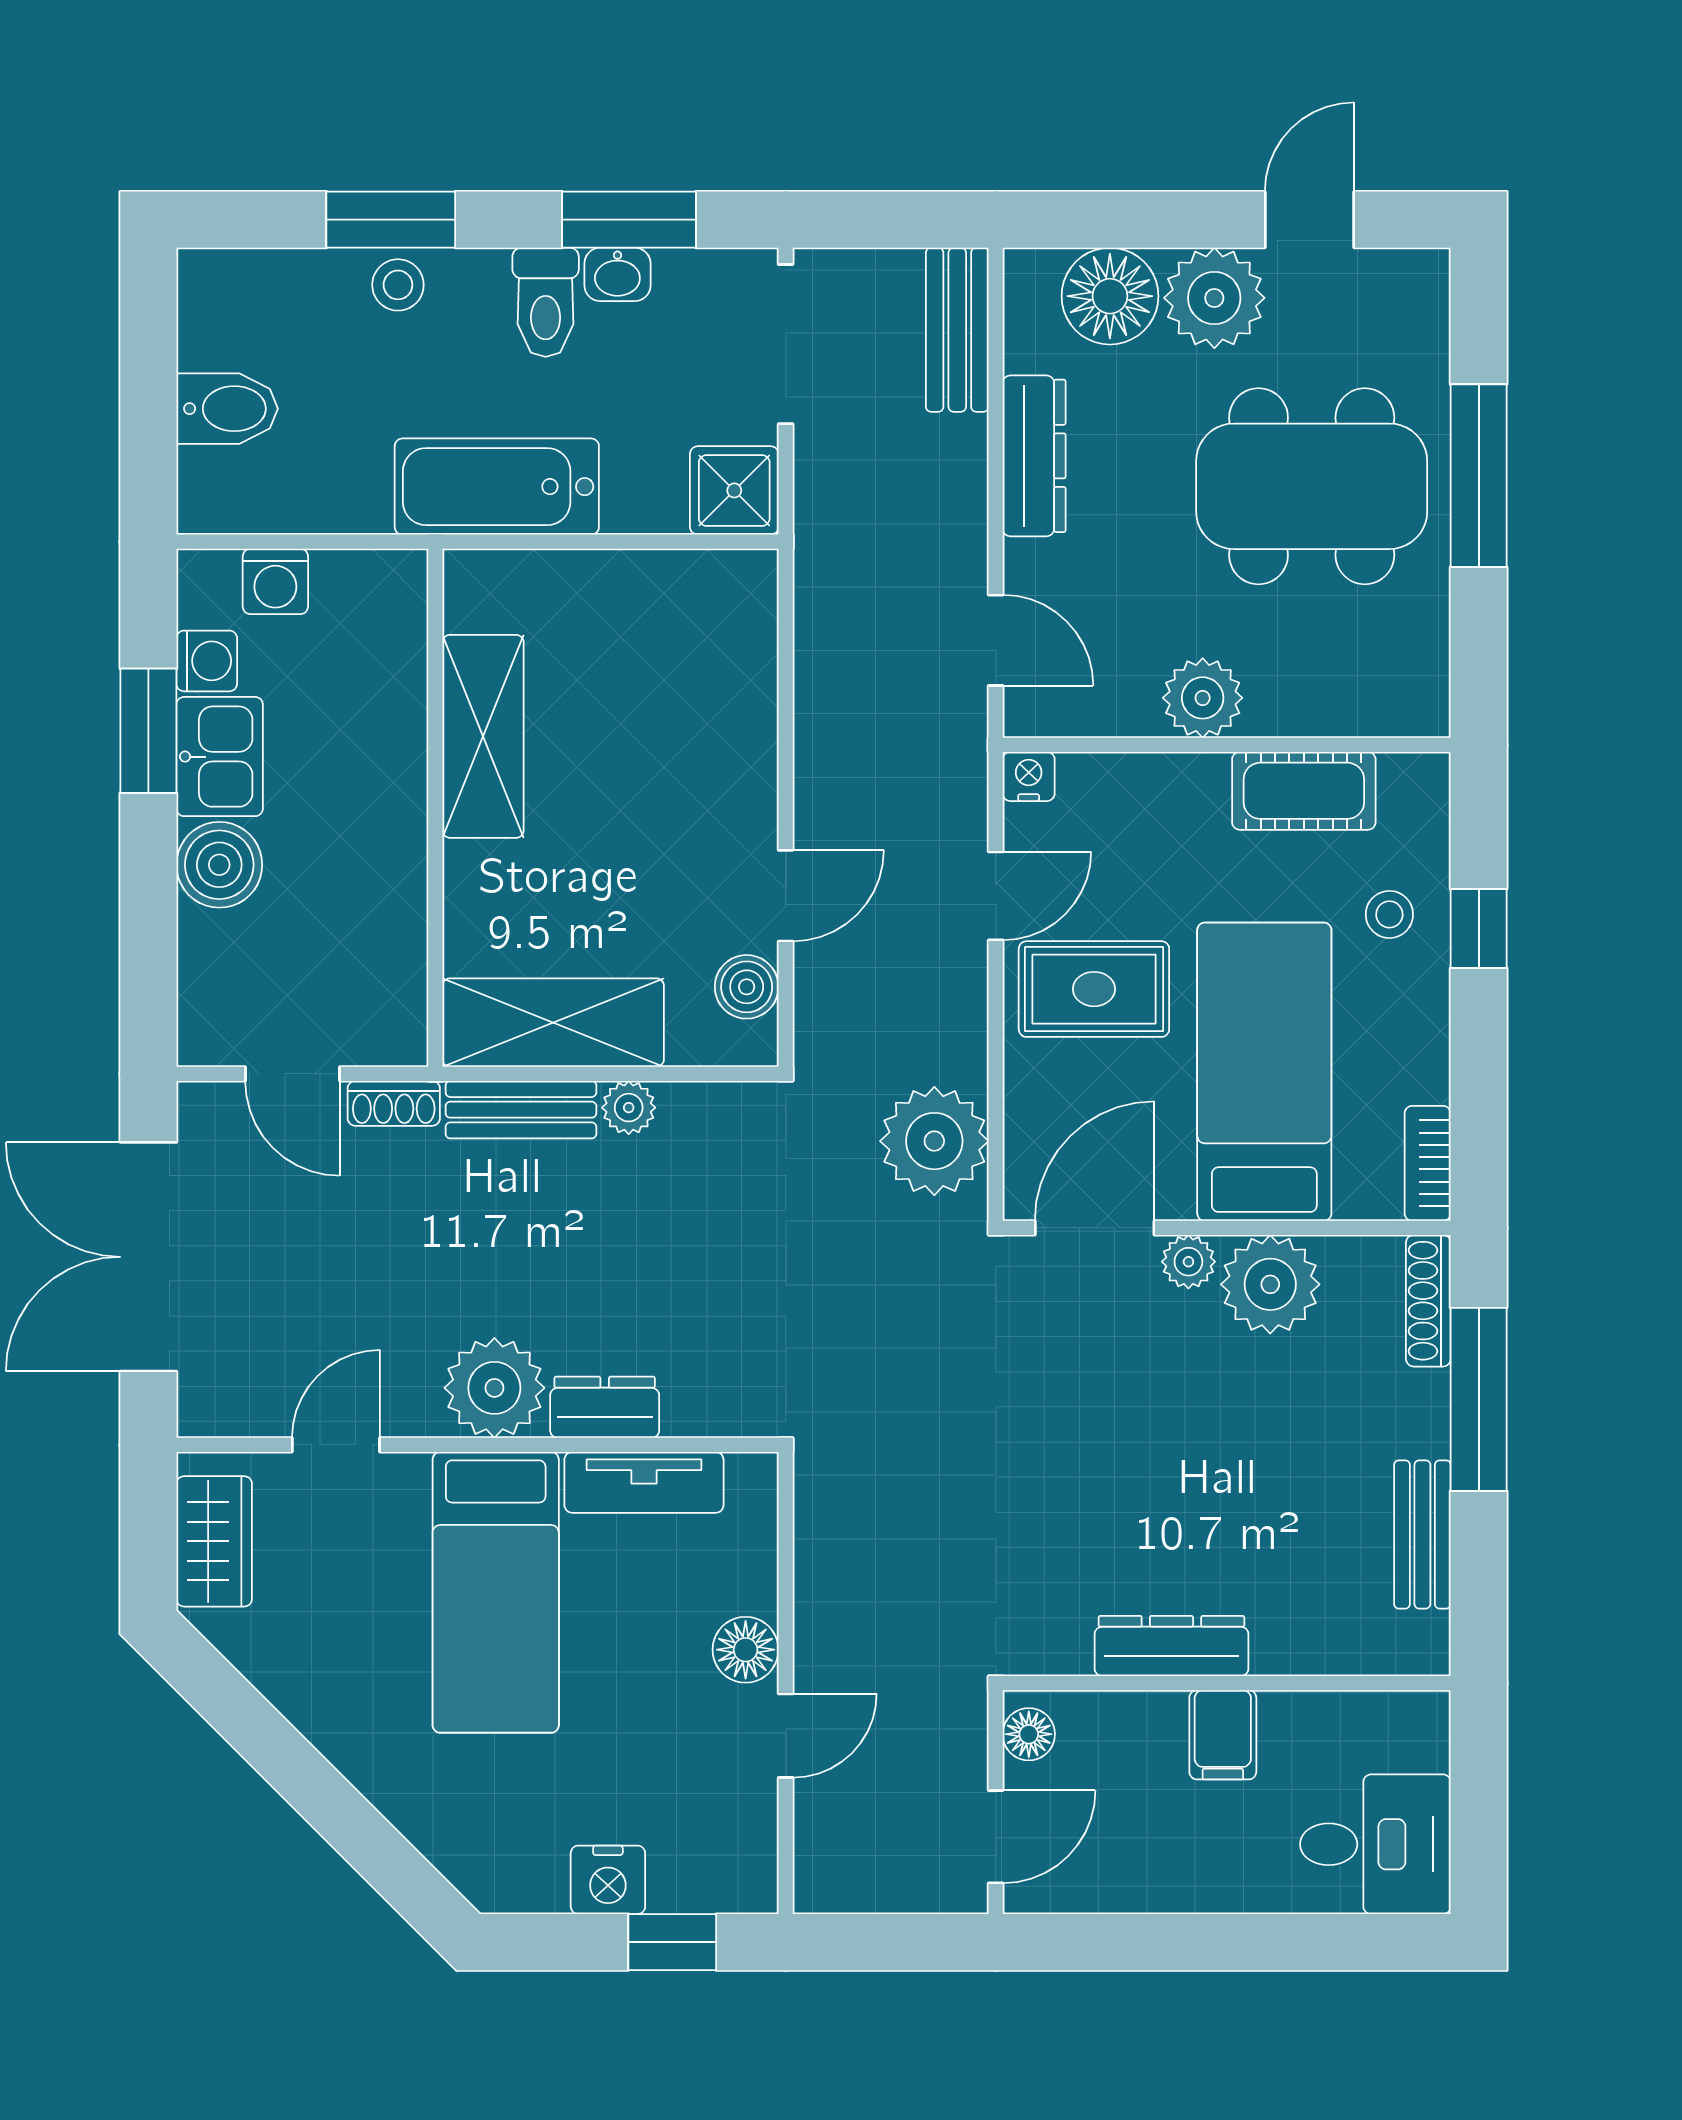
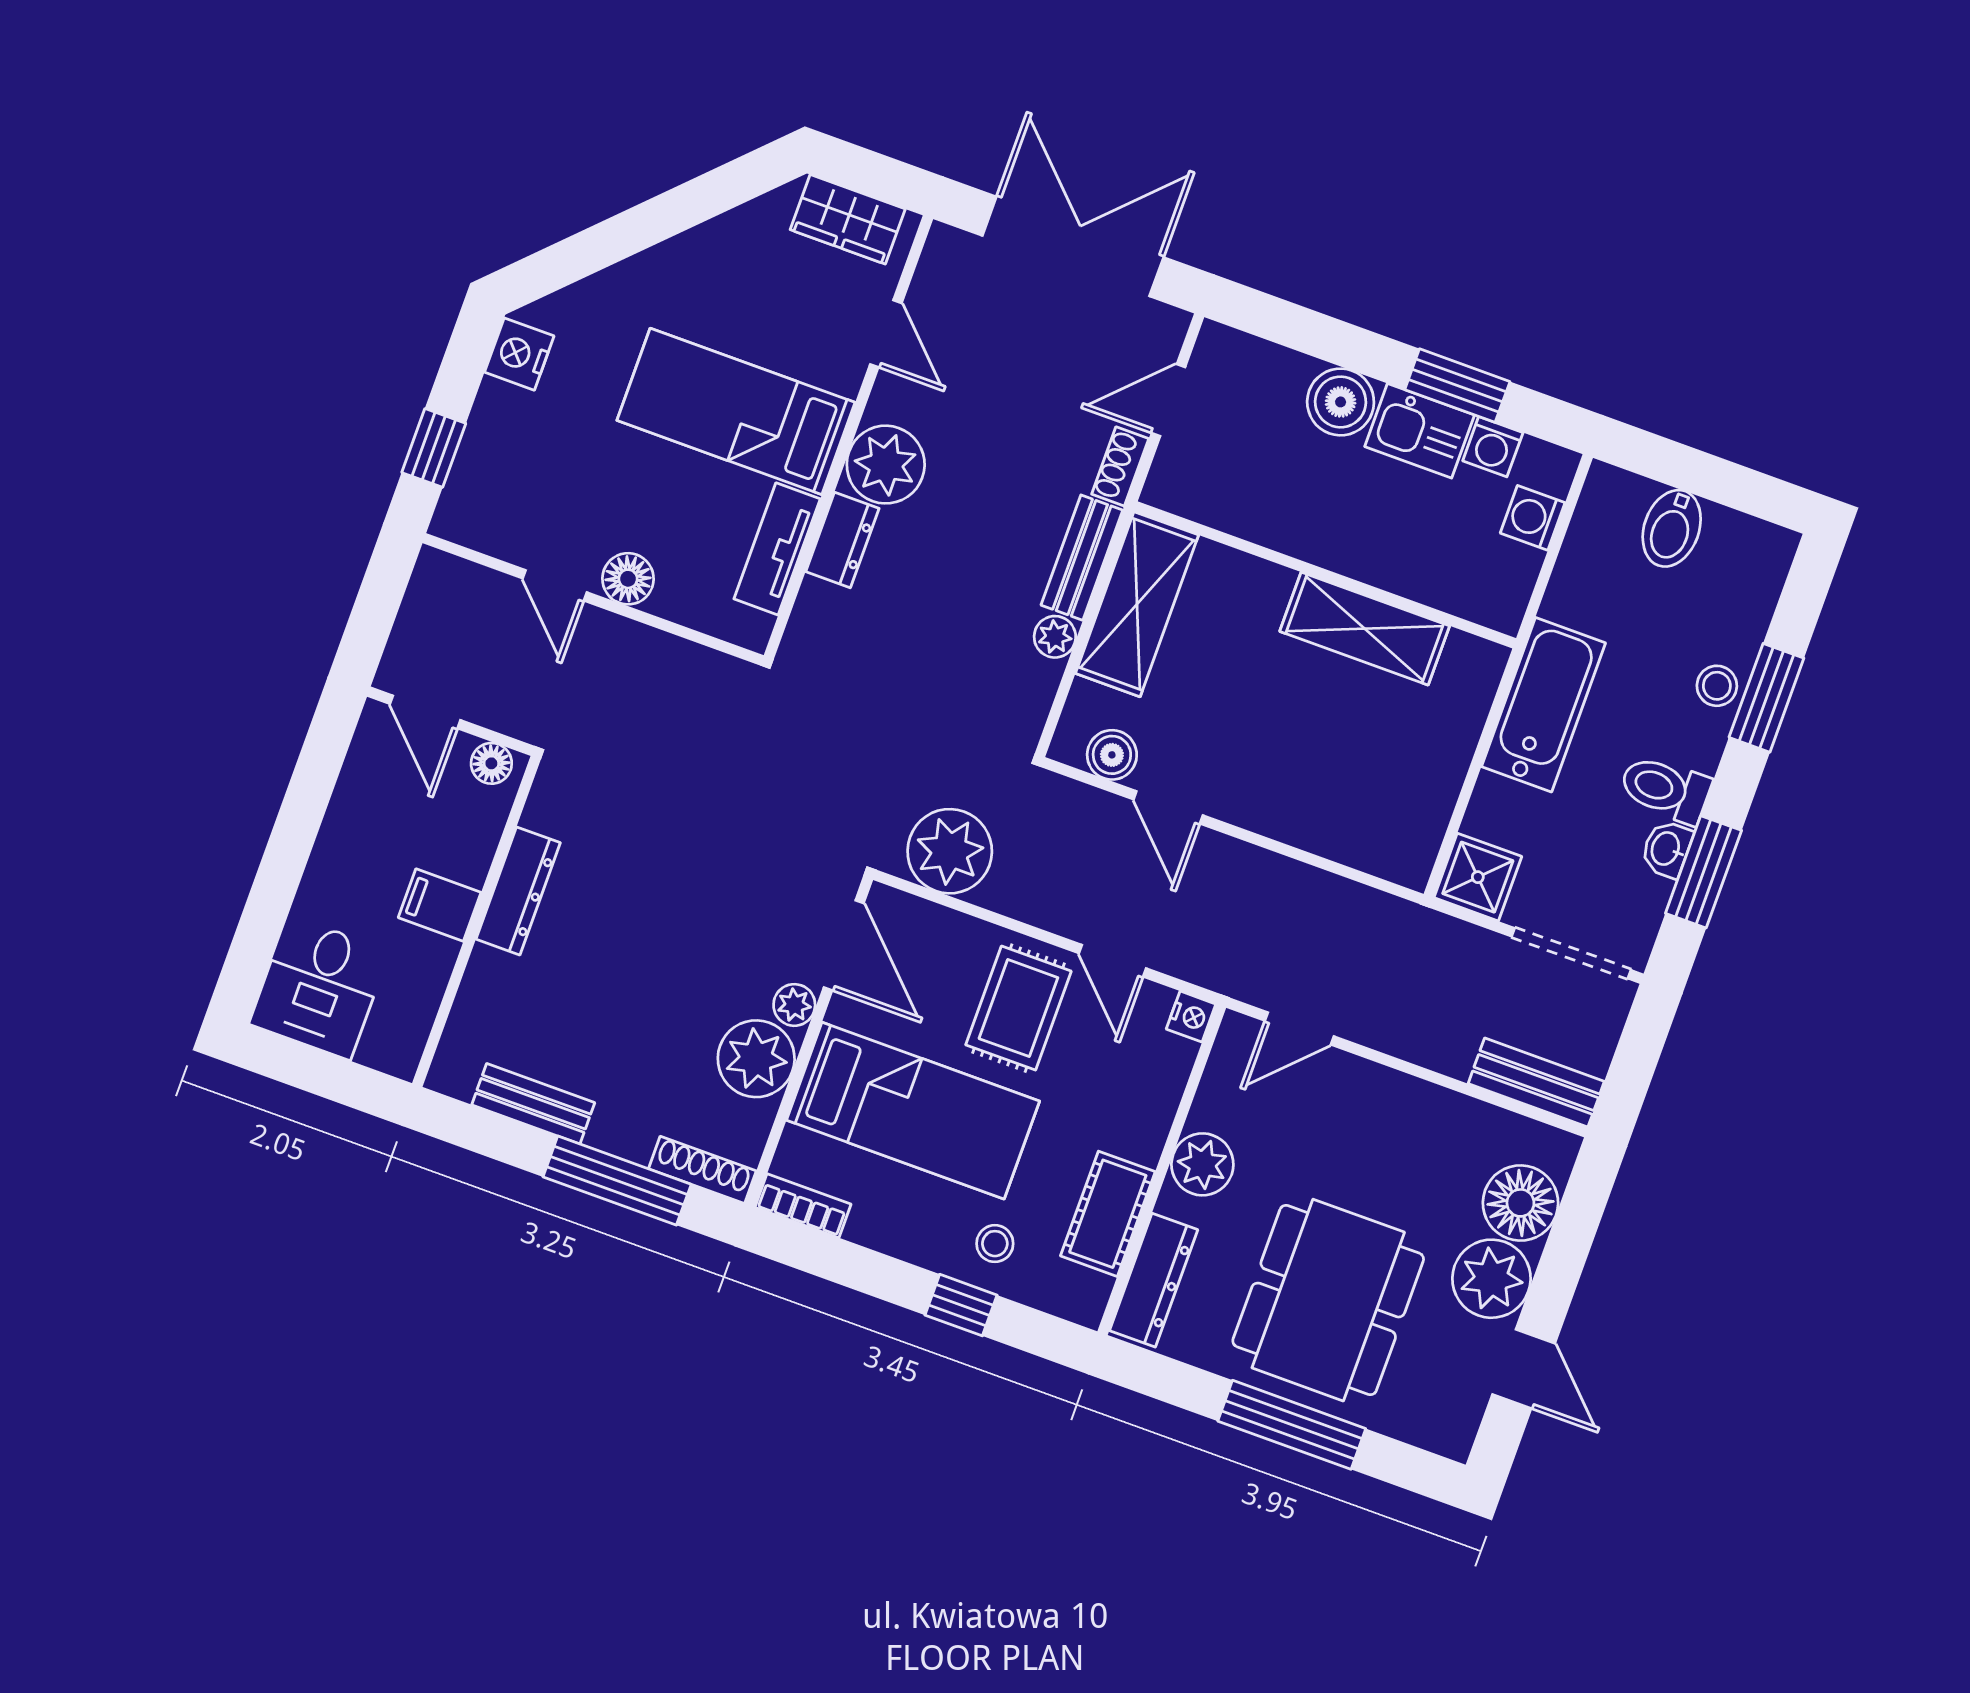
dresser: (1034, 456) -> (1154, 1280), moved, turned -90
nightstand: (608, 1880) -> (519, 354), moved

